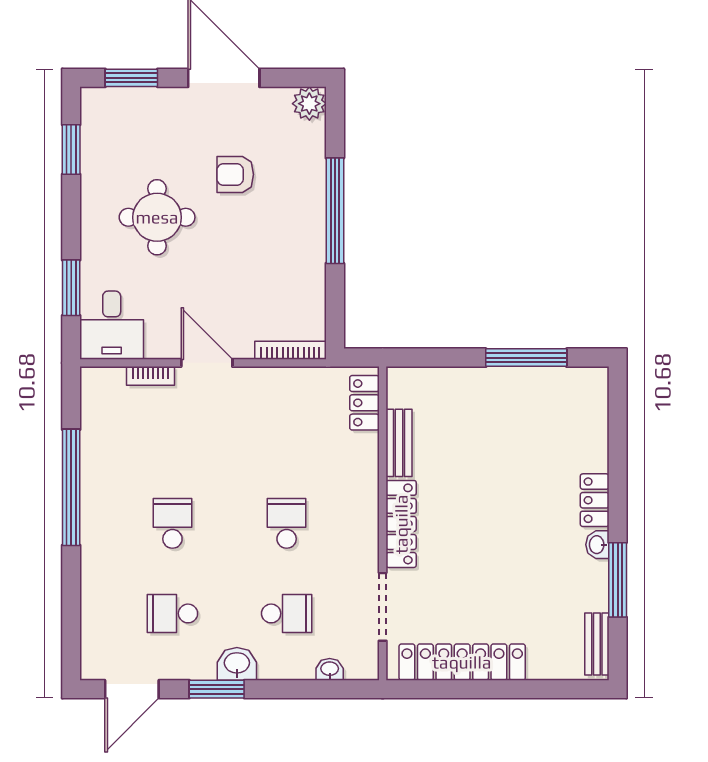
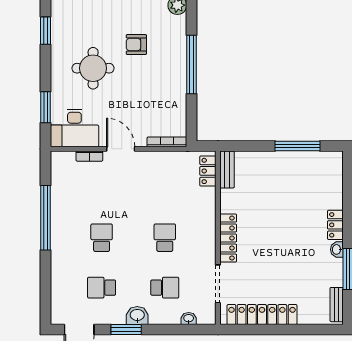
desk: (112, 325) -> (74, 128), width x1.37
bench: (399, 443) -> (227, 169), moved

